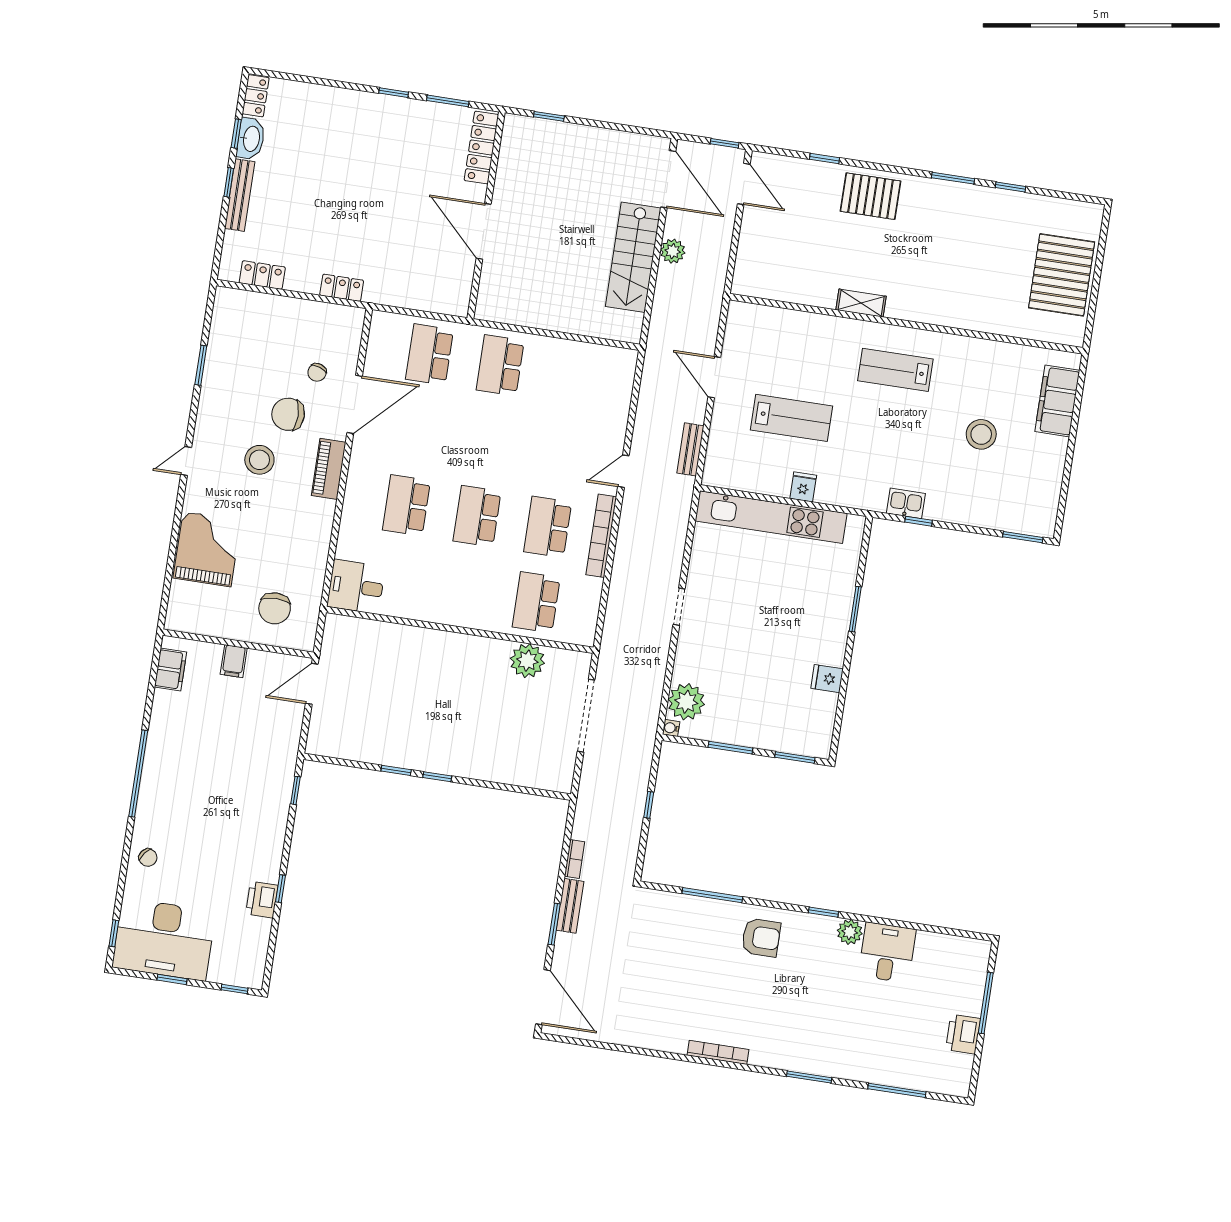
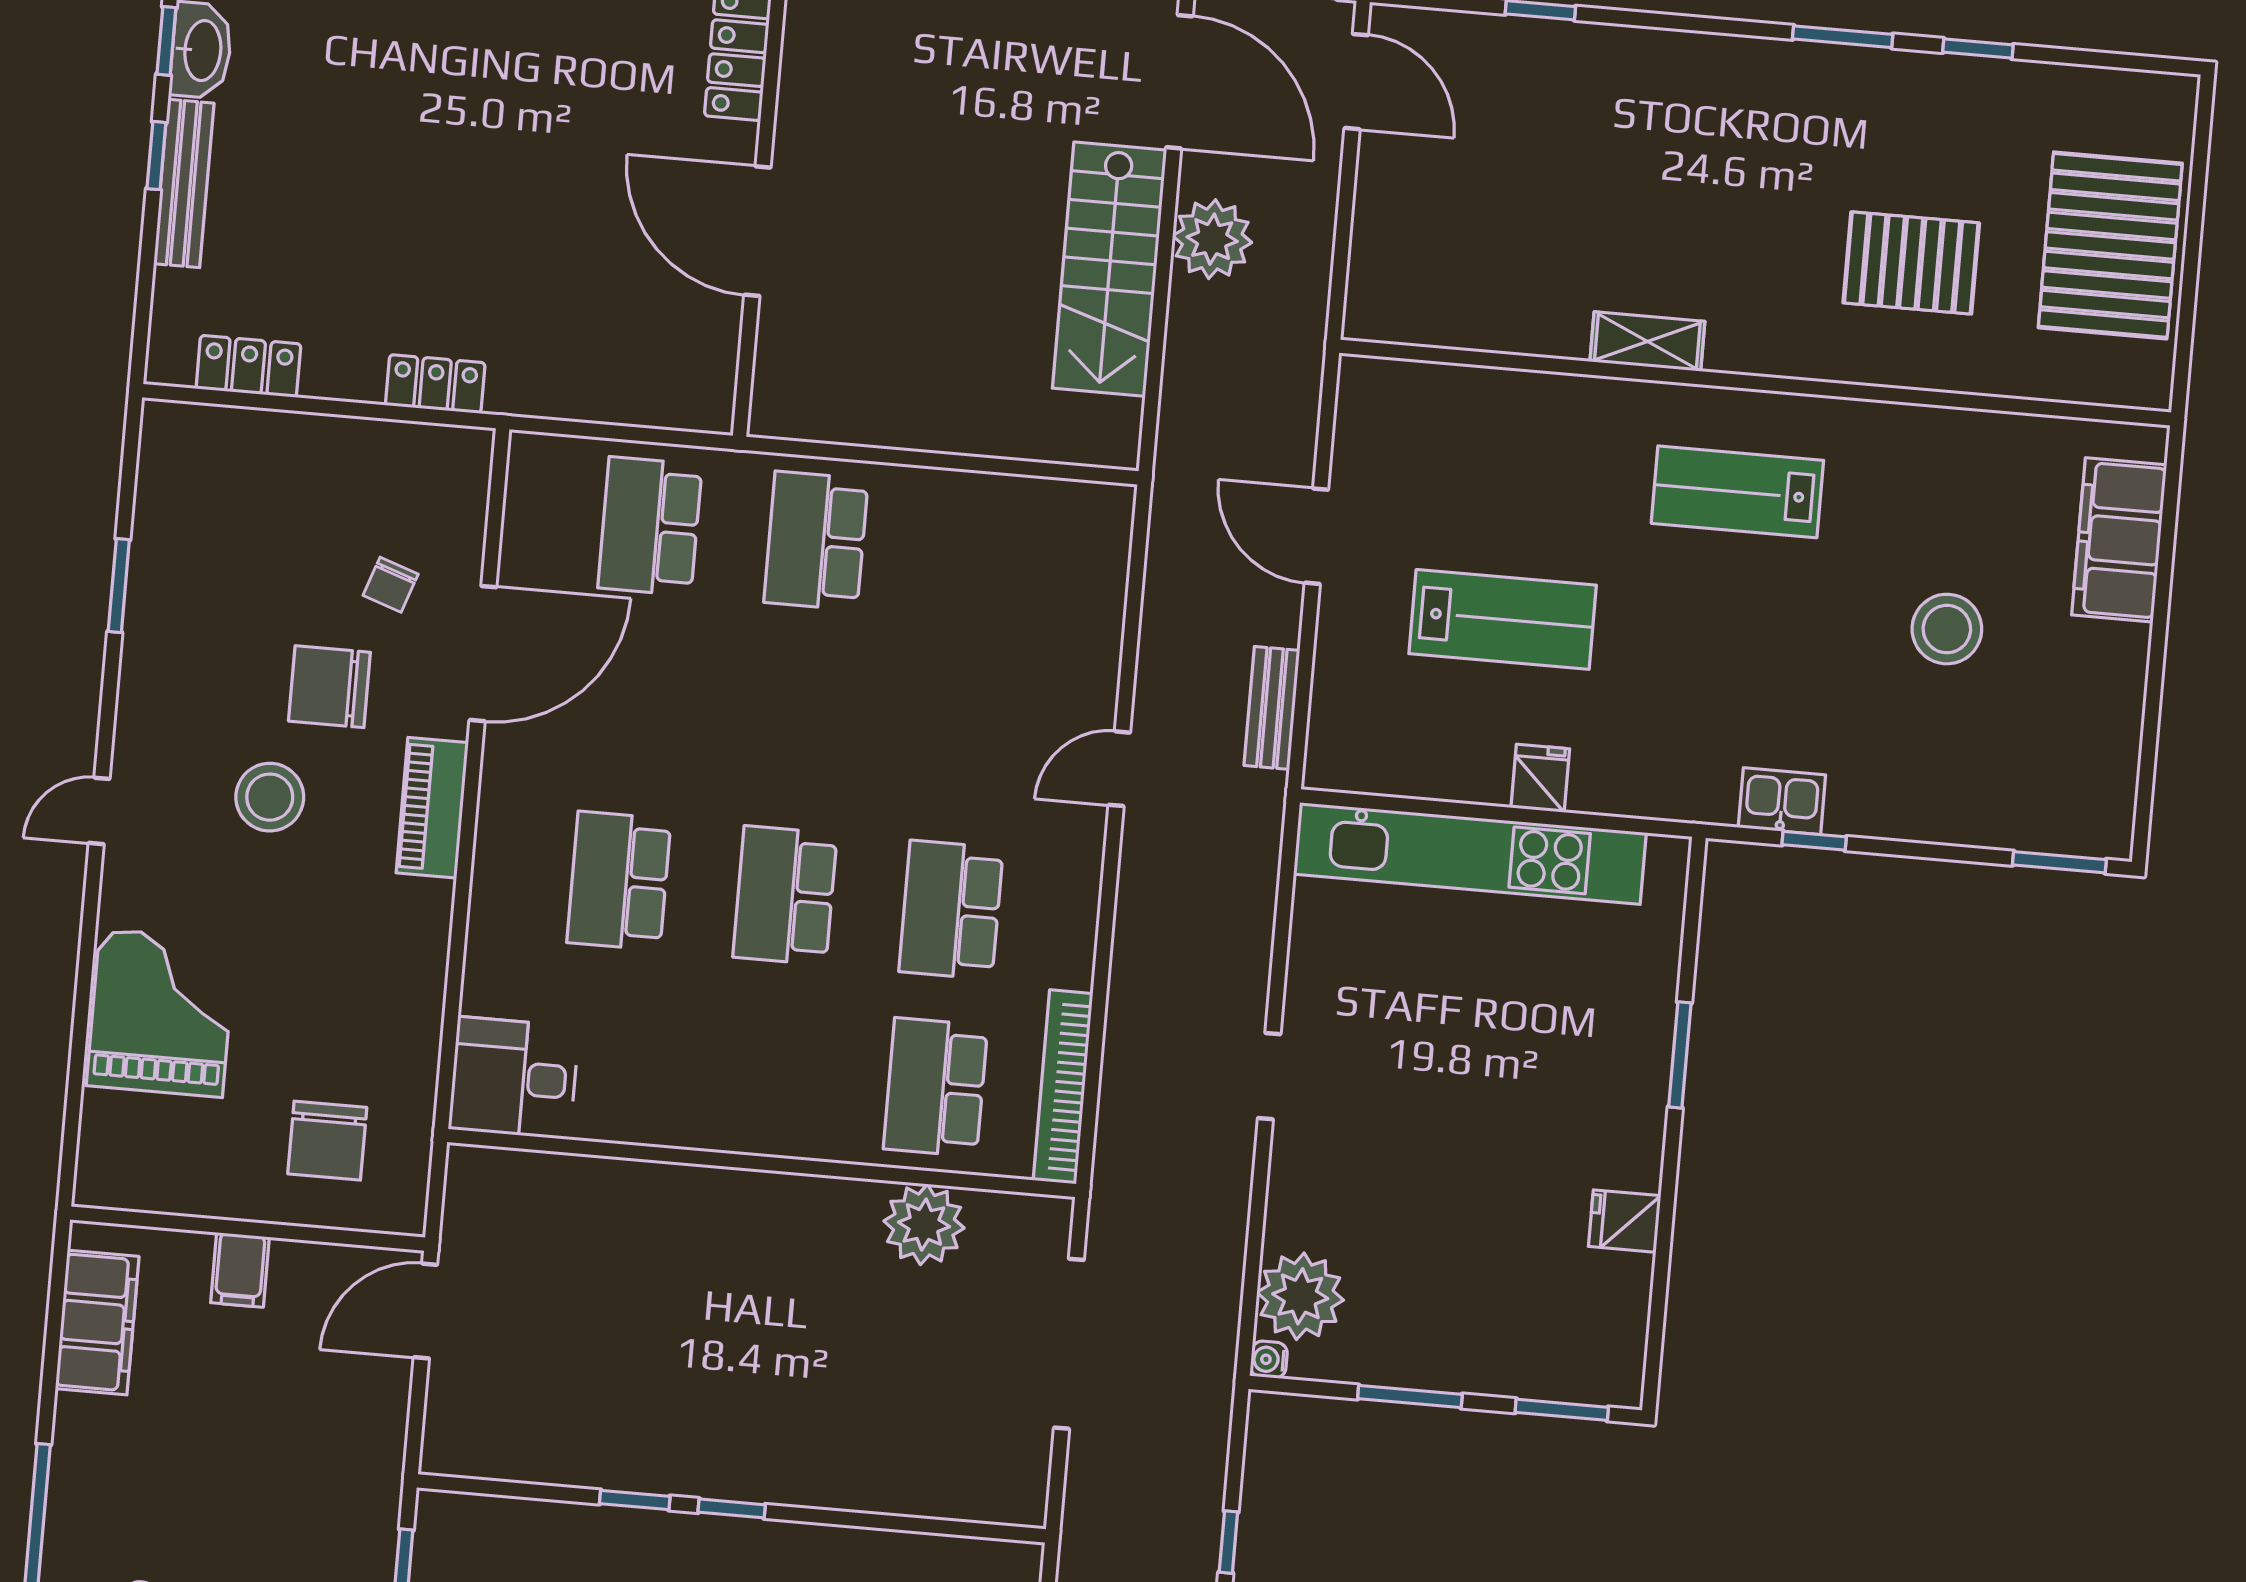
pallet: (871, 196) -> (1911, 263), moved
plant: (673, 251) -> (1212, 239), width x1.36, depth x1.36
bookcase: (601, 536) -> (1063, 1087), moved
filing cabinet: (170, 670) -> (97, 1323), width x1.50, depth x1.17

